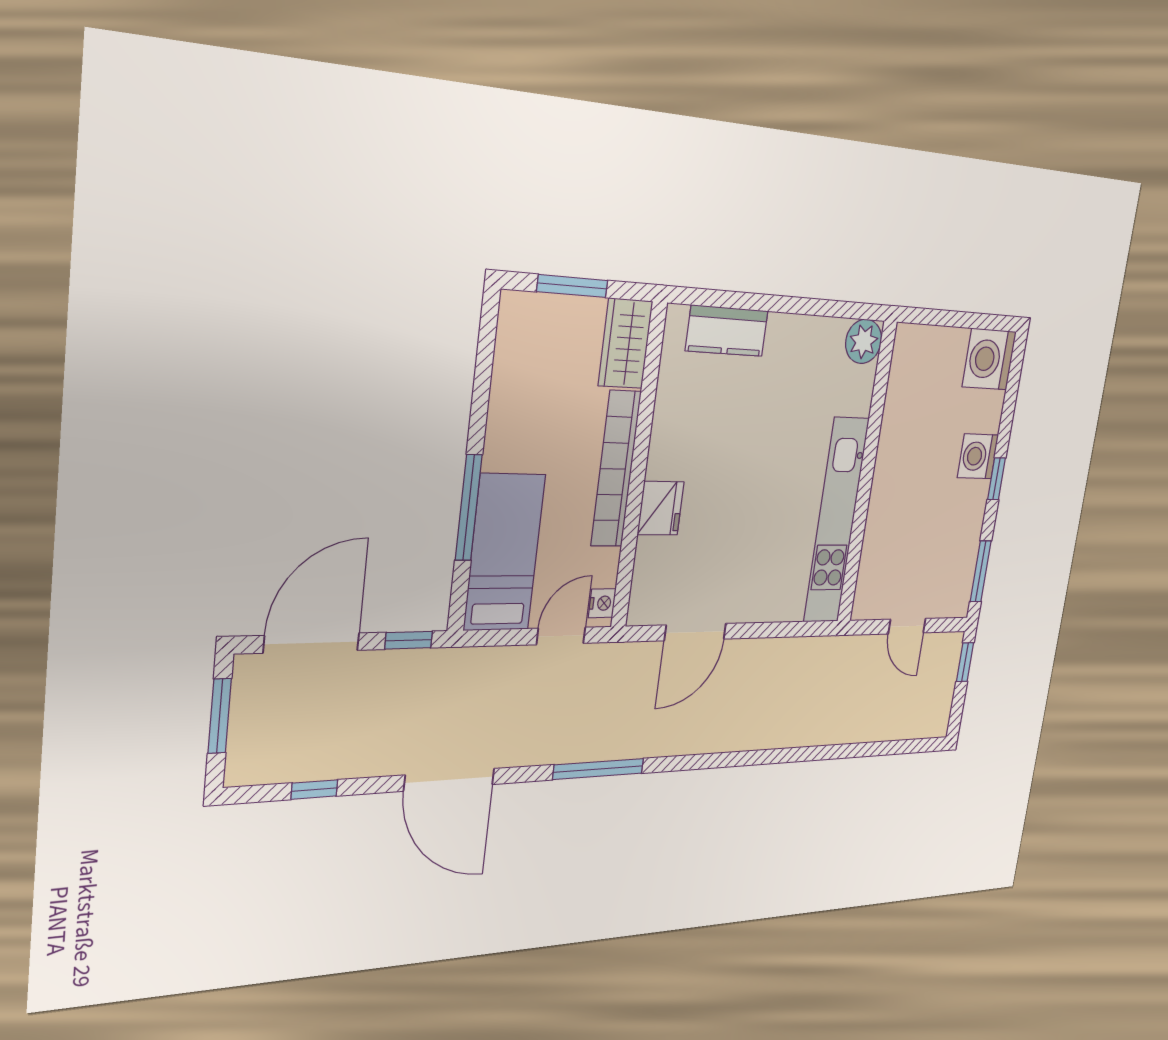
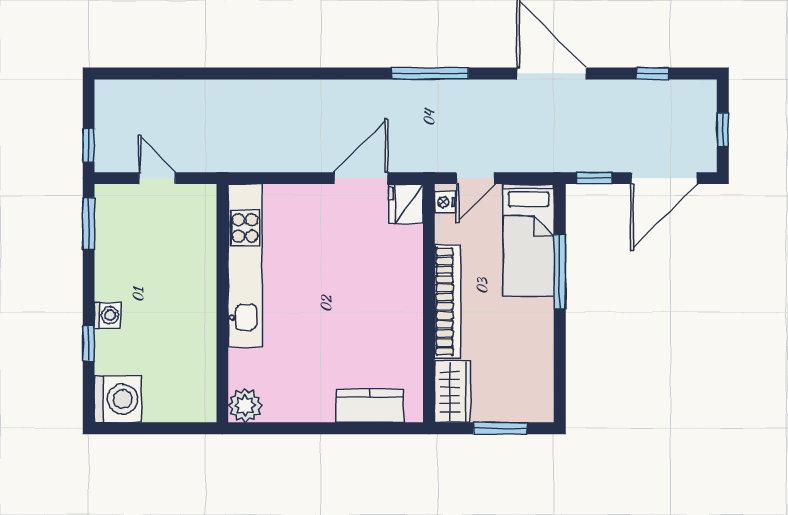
washing machine: (978, 456) -> (108, 315), width x0.73, depth x0.73
window: (997, 479) -> (89, 343), moved
fridge: (661, 508) -> (406, 204), moved
window: (220, 716) -> (723, 130), width x0.67

